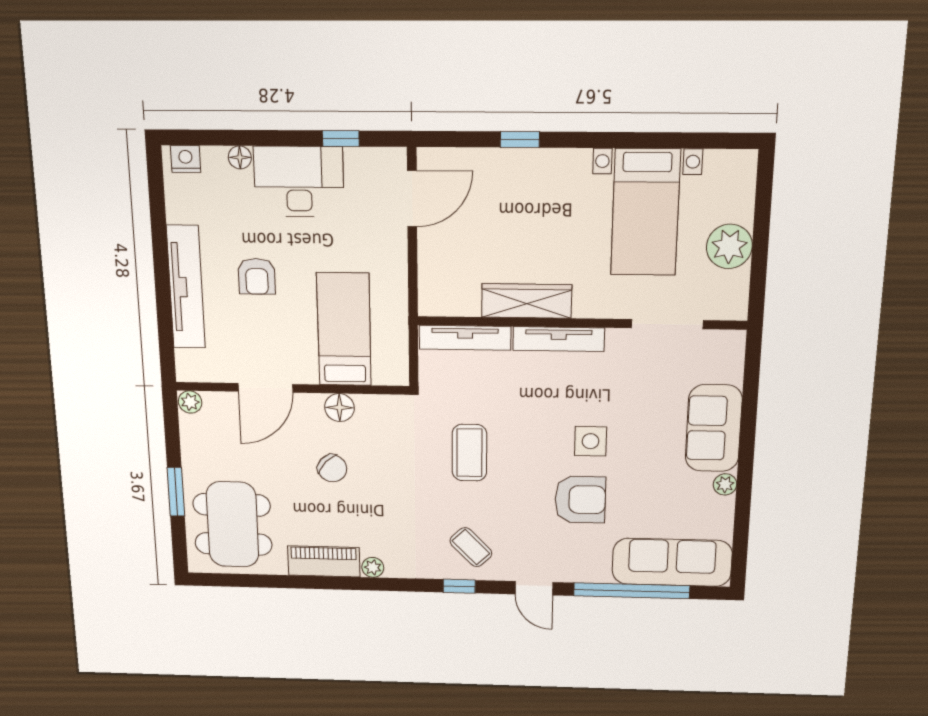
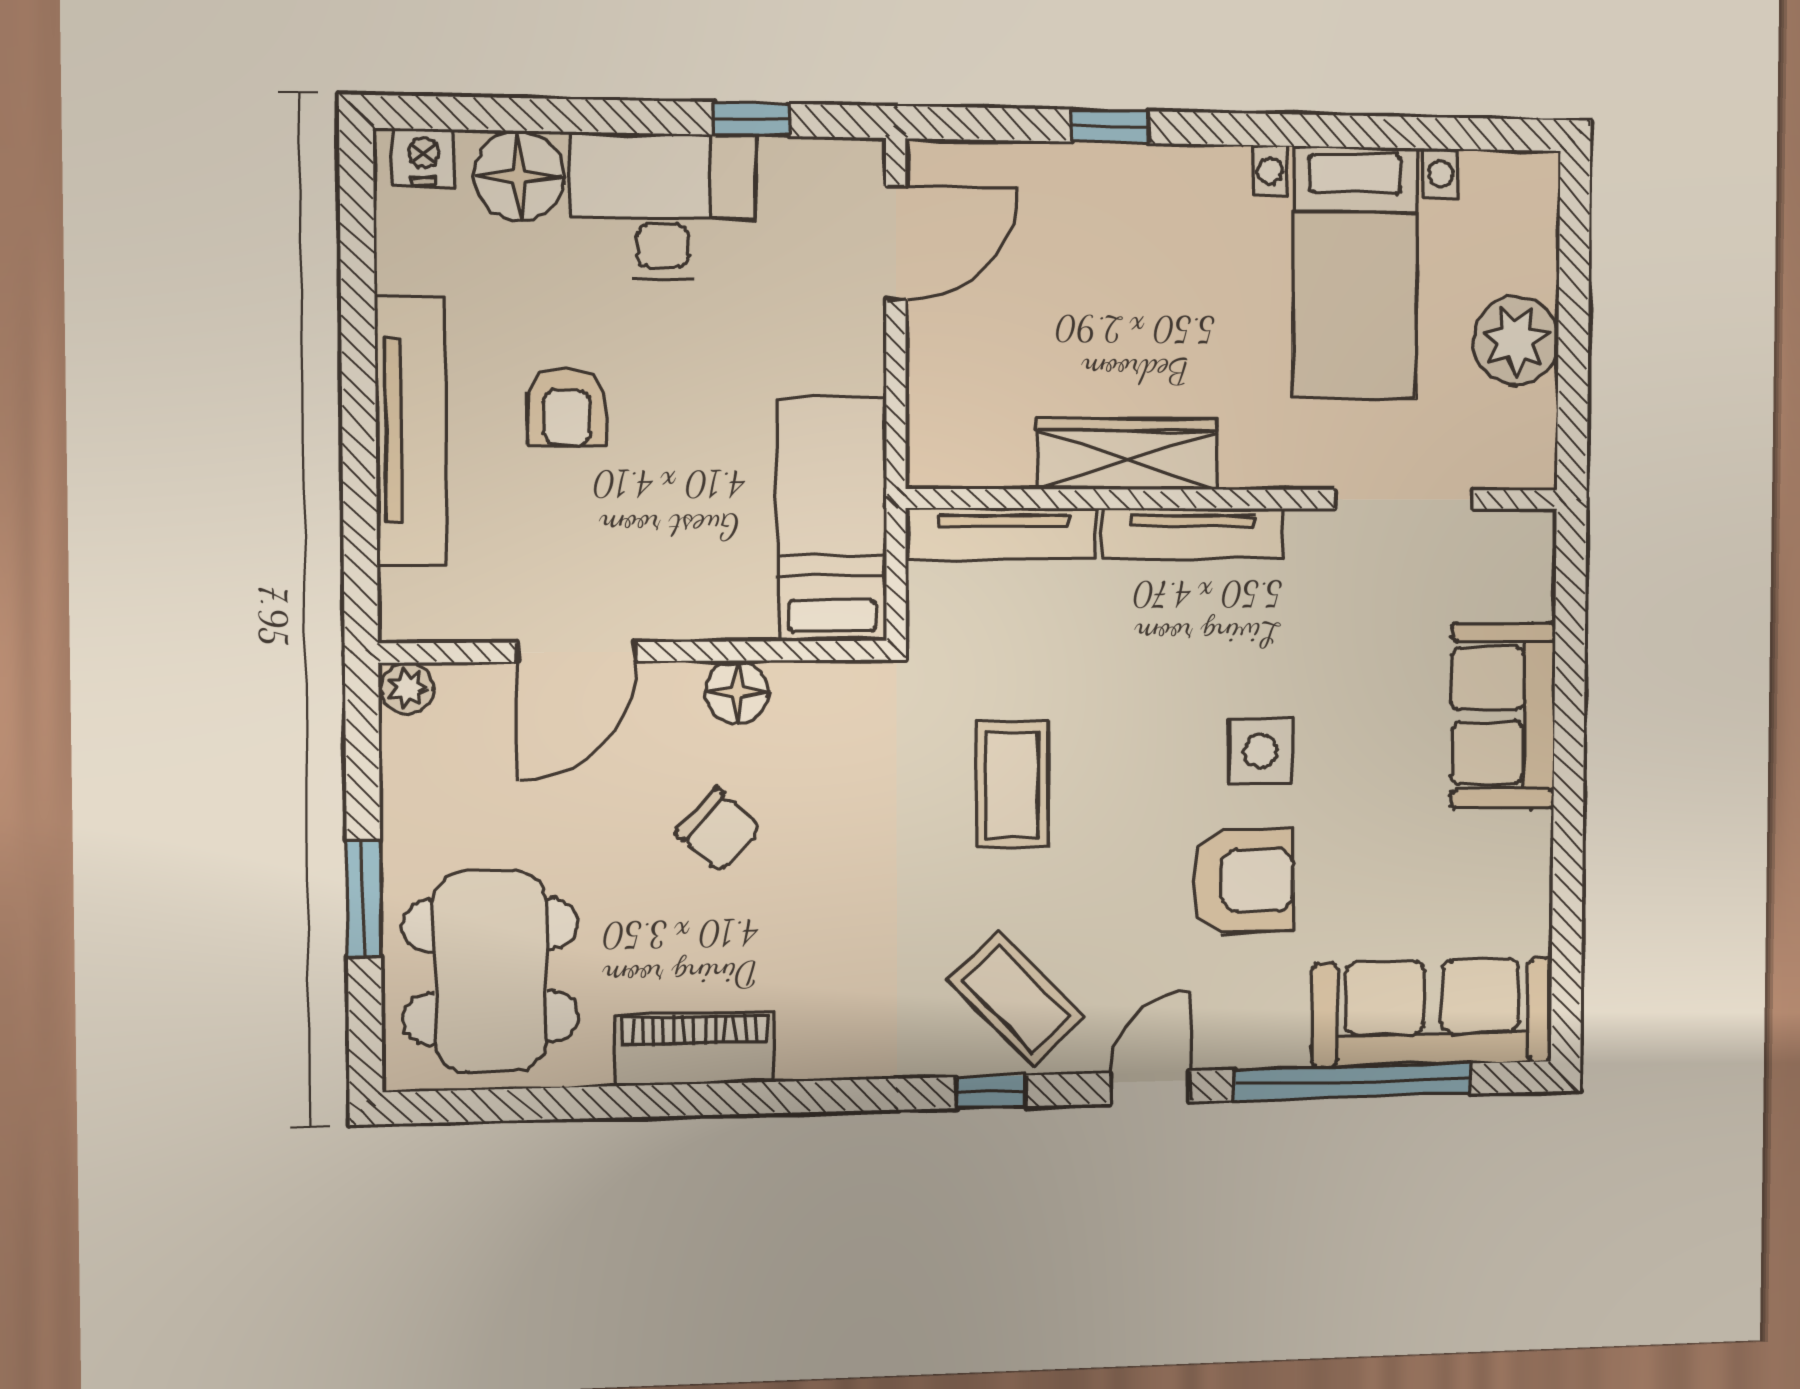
floor lamp: (240, 157) -> (519, 176), width x1.89, depth x1.89
bed: (344, 329) -> (832, 520), moved
plant: (725, 484) -> (1531, 836), removed
coffee table: (471, 547) -> (1016, 999), width x1.36, depth x1.30
plant: (373, 567) -> (803, 1057), removed
door: (534, 588) -> (1150, 1087), swing flipped

